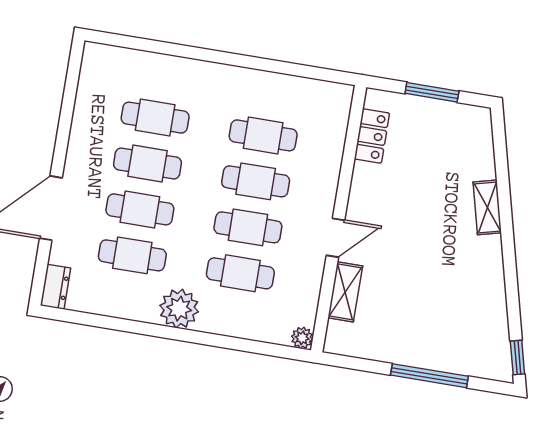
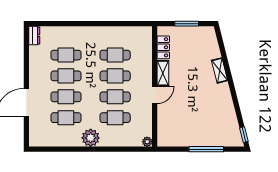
dresser: (56, 287) -> (34, 36), moved
shelving: (345, 292) -> (163, 73), moved

